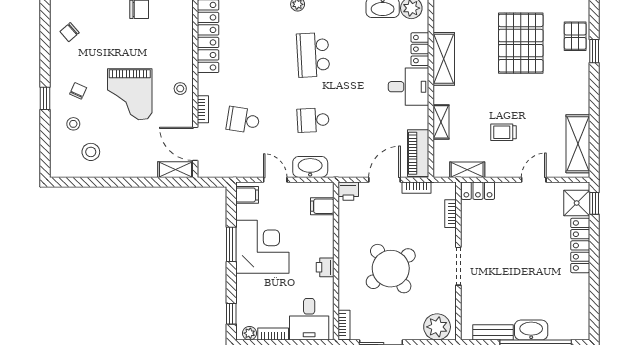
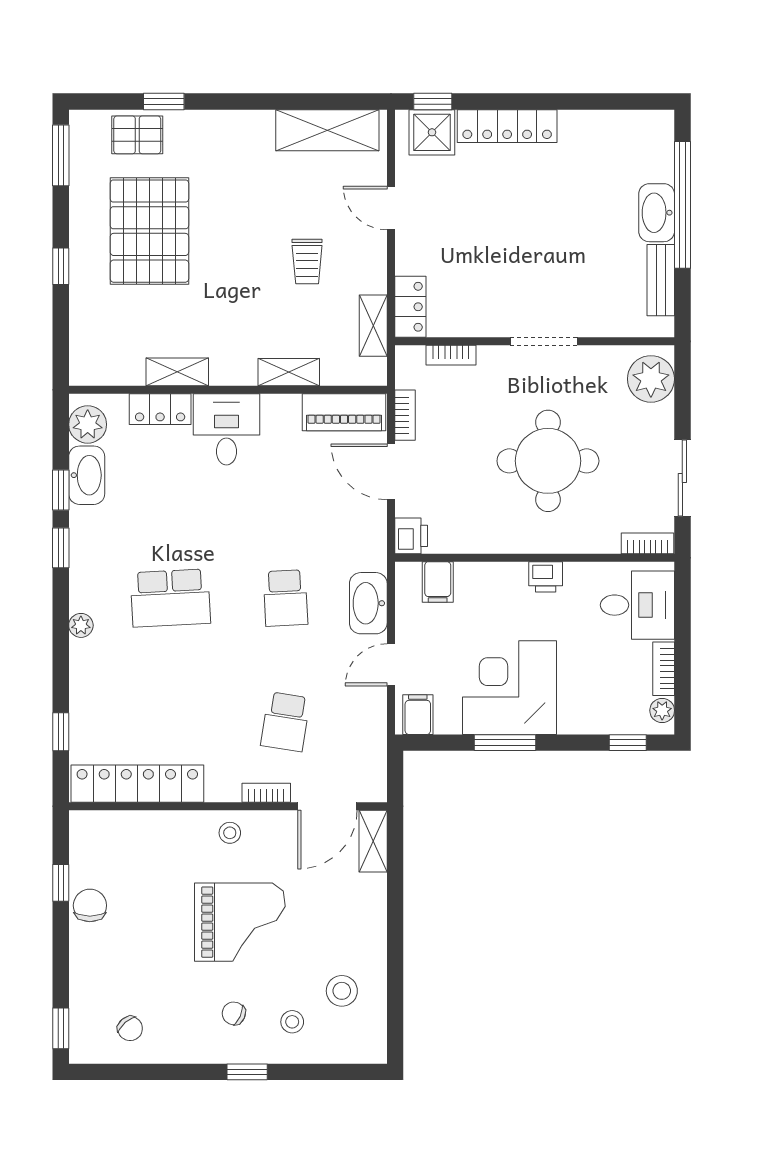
pallet: (521, 43) -> (149, 231), turned 90
shelving: (444, 59) -> (177, 372), width x0.67, depth x0.75
round table: (391, 269) -> (548, 461), turned 37

